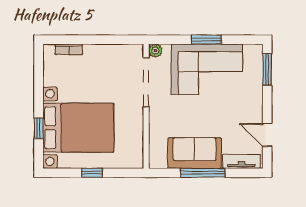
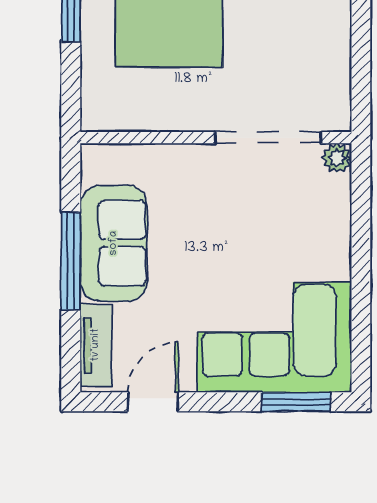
window: (206, 40) -> (361, 269), removed
corner sofa: (207, 69) -> (274, 337), moved, turned 90

